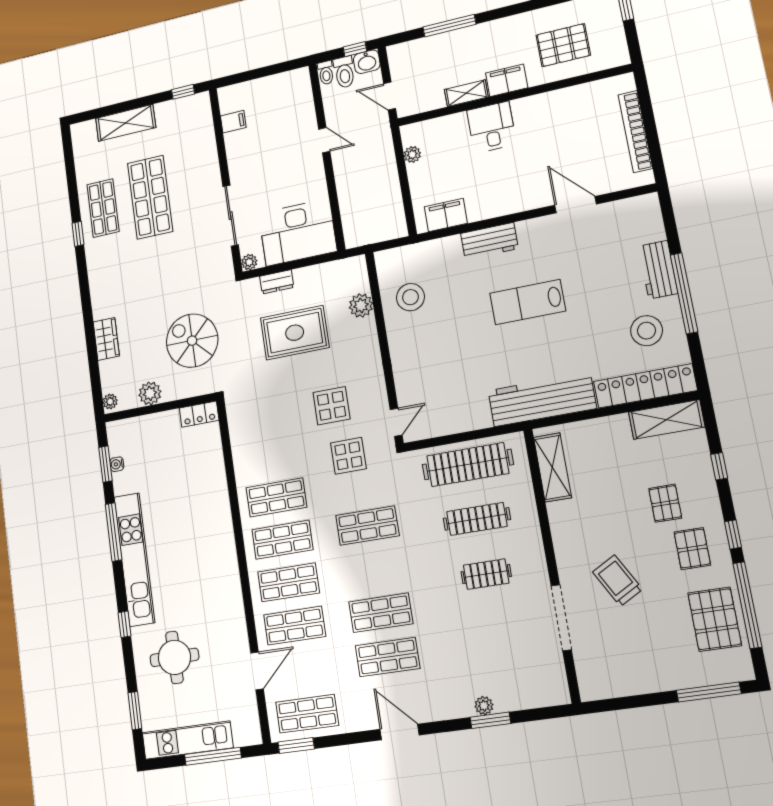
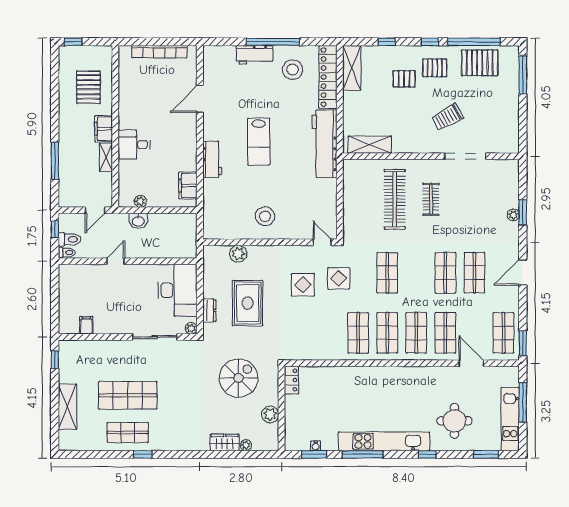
washbasin: (367, 62) -> (138, 221), moved, turned 90
stool: (410, 297) -> (265, 216), moved
spiral stairs: (192, 341) -> (239, 378), turned 180
plant: (110, 402) -> (246, 445), moved
clothes rail: (468, 465) -> (358, 199), removed
clothes rail: (477, 519) -> (395, 199), width x1.37, depth x1.31

